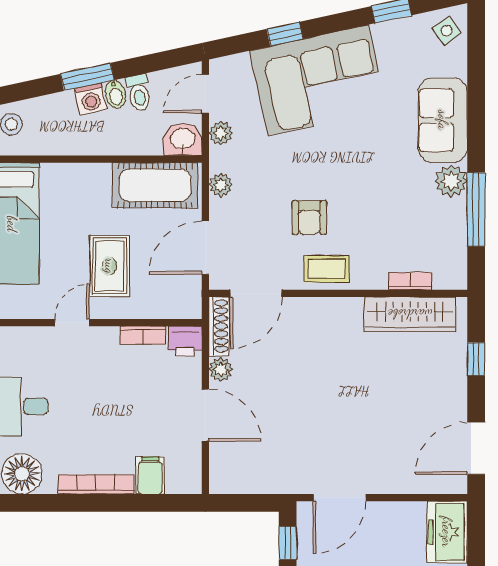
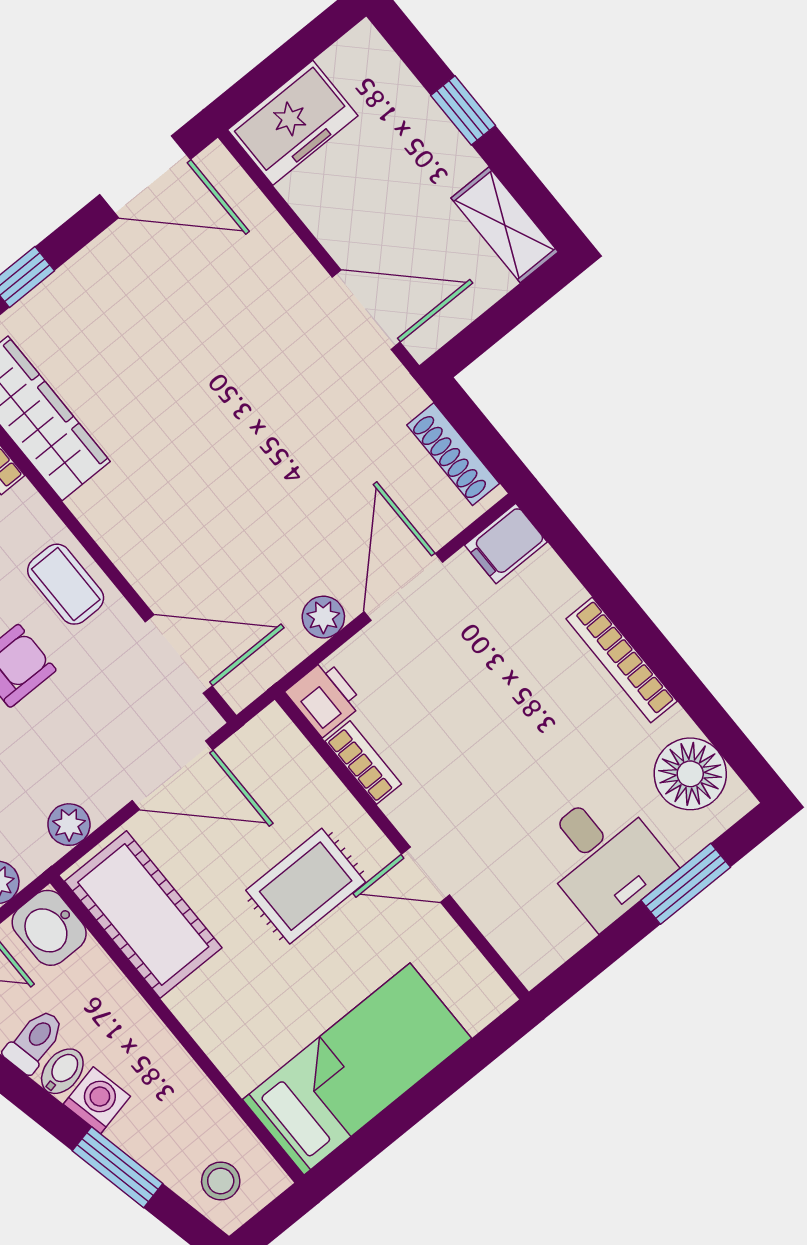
window: (87, 77) -> (118, 1167), moved
shoe rack: (219, 326) -> (453, 454), moved, turned -90
filing cabinet: (150, 475) -> (506, 544), moved
window: (288, 543) -> (487, 330), removed

